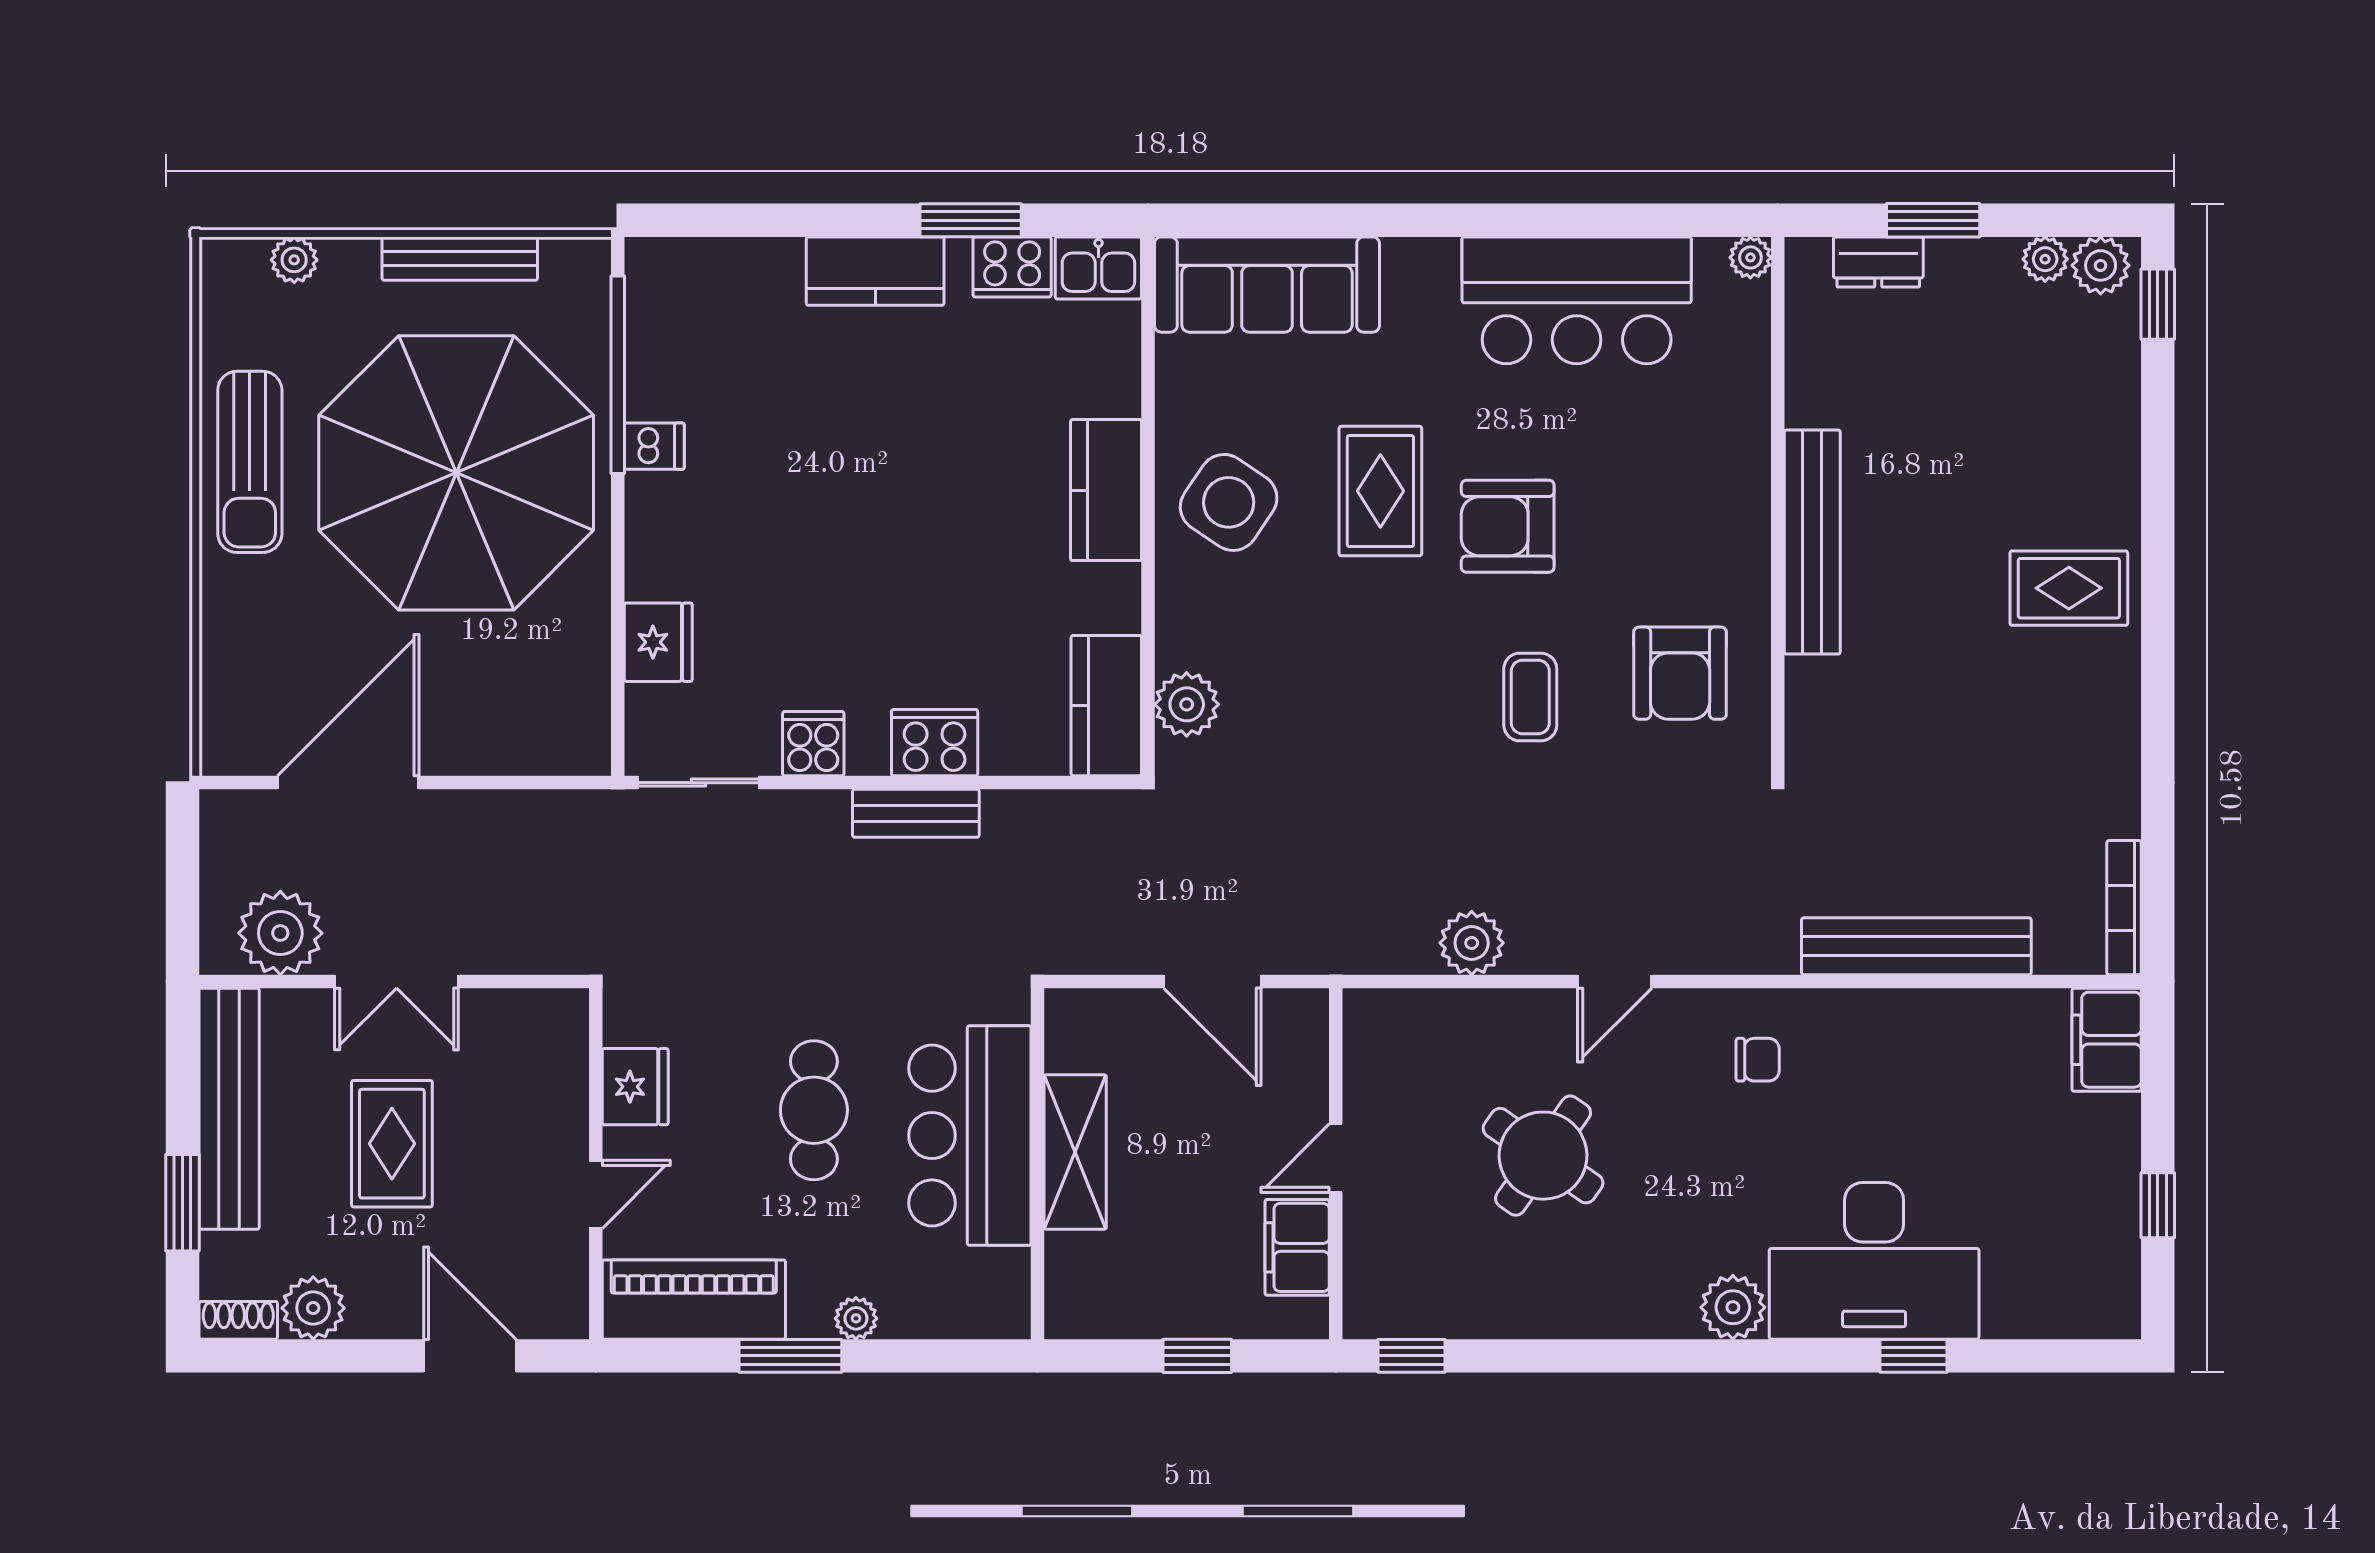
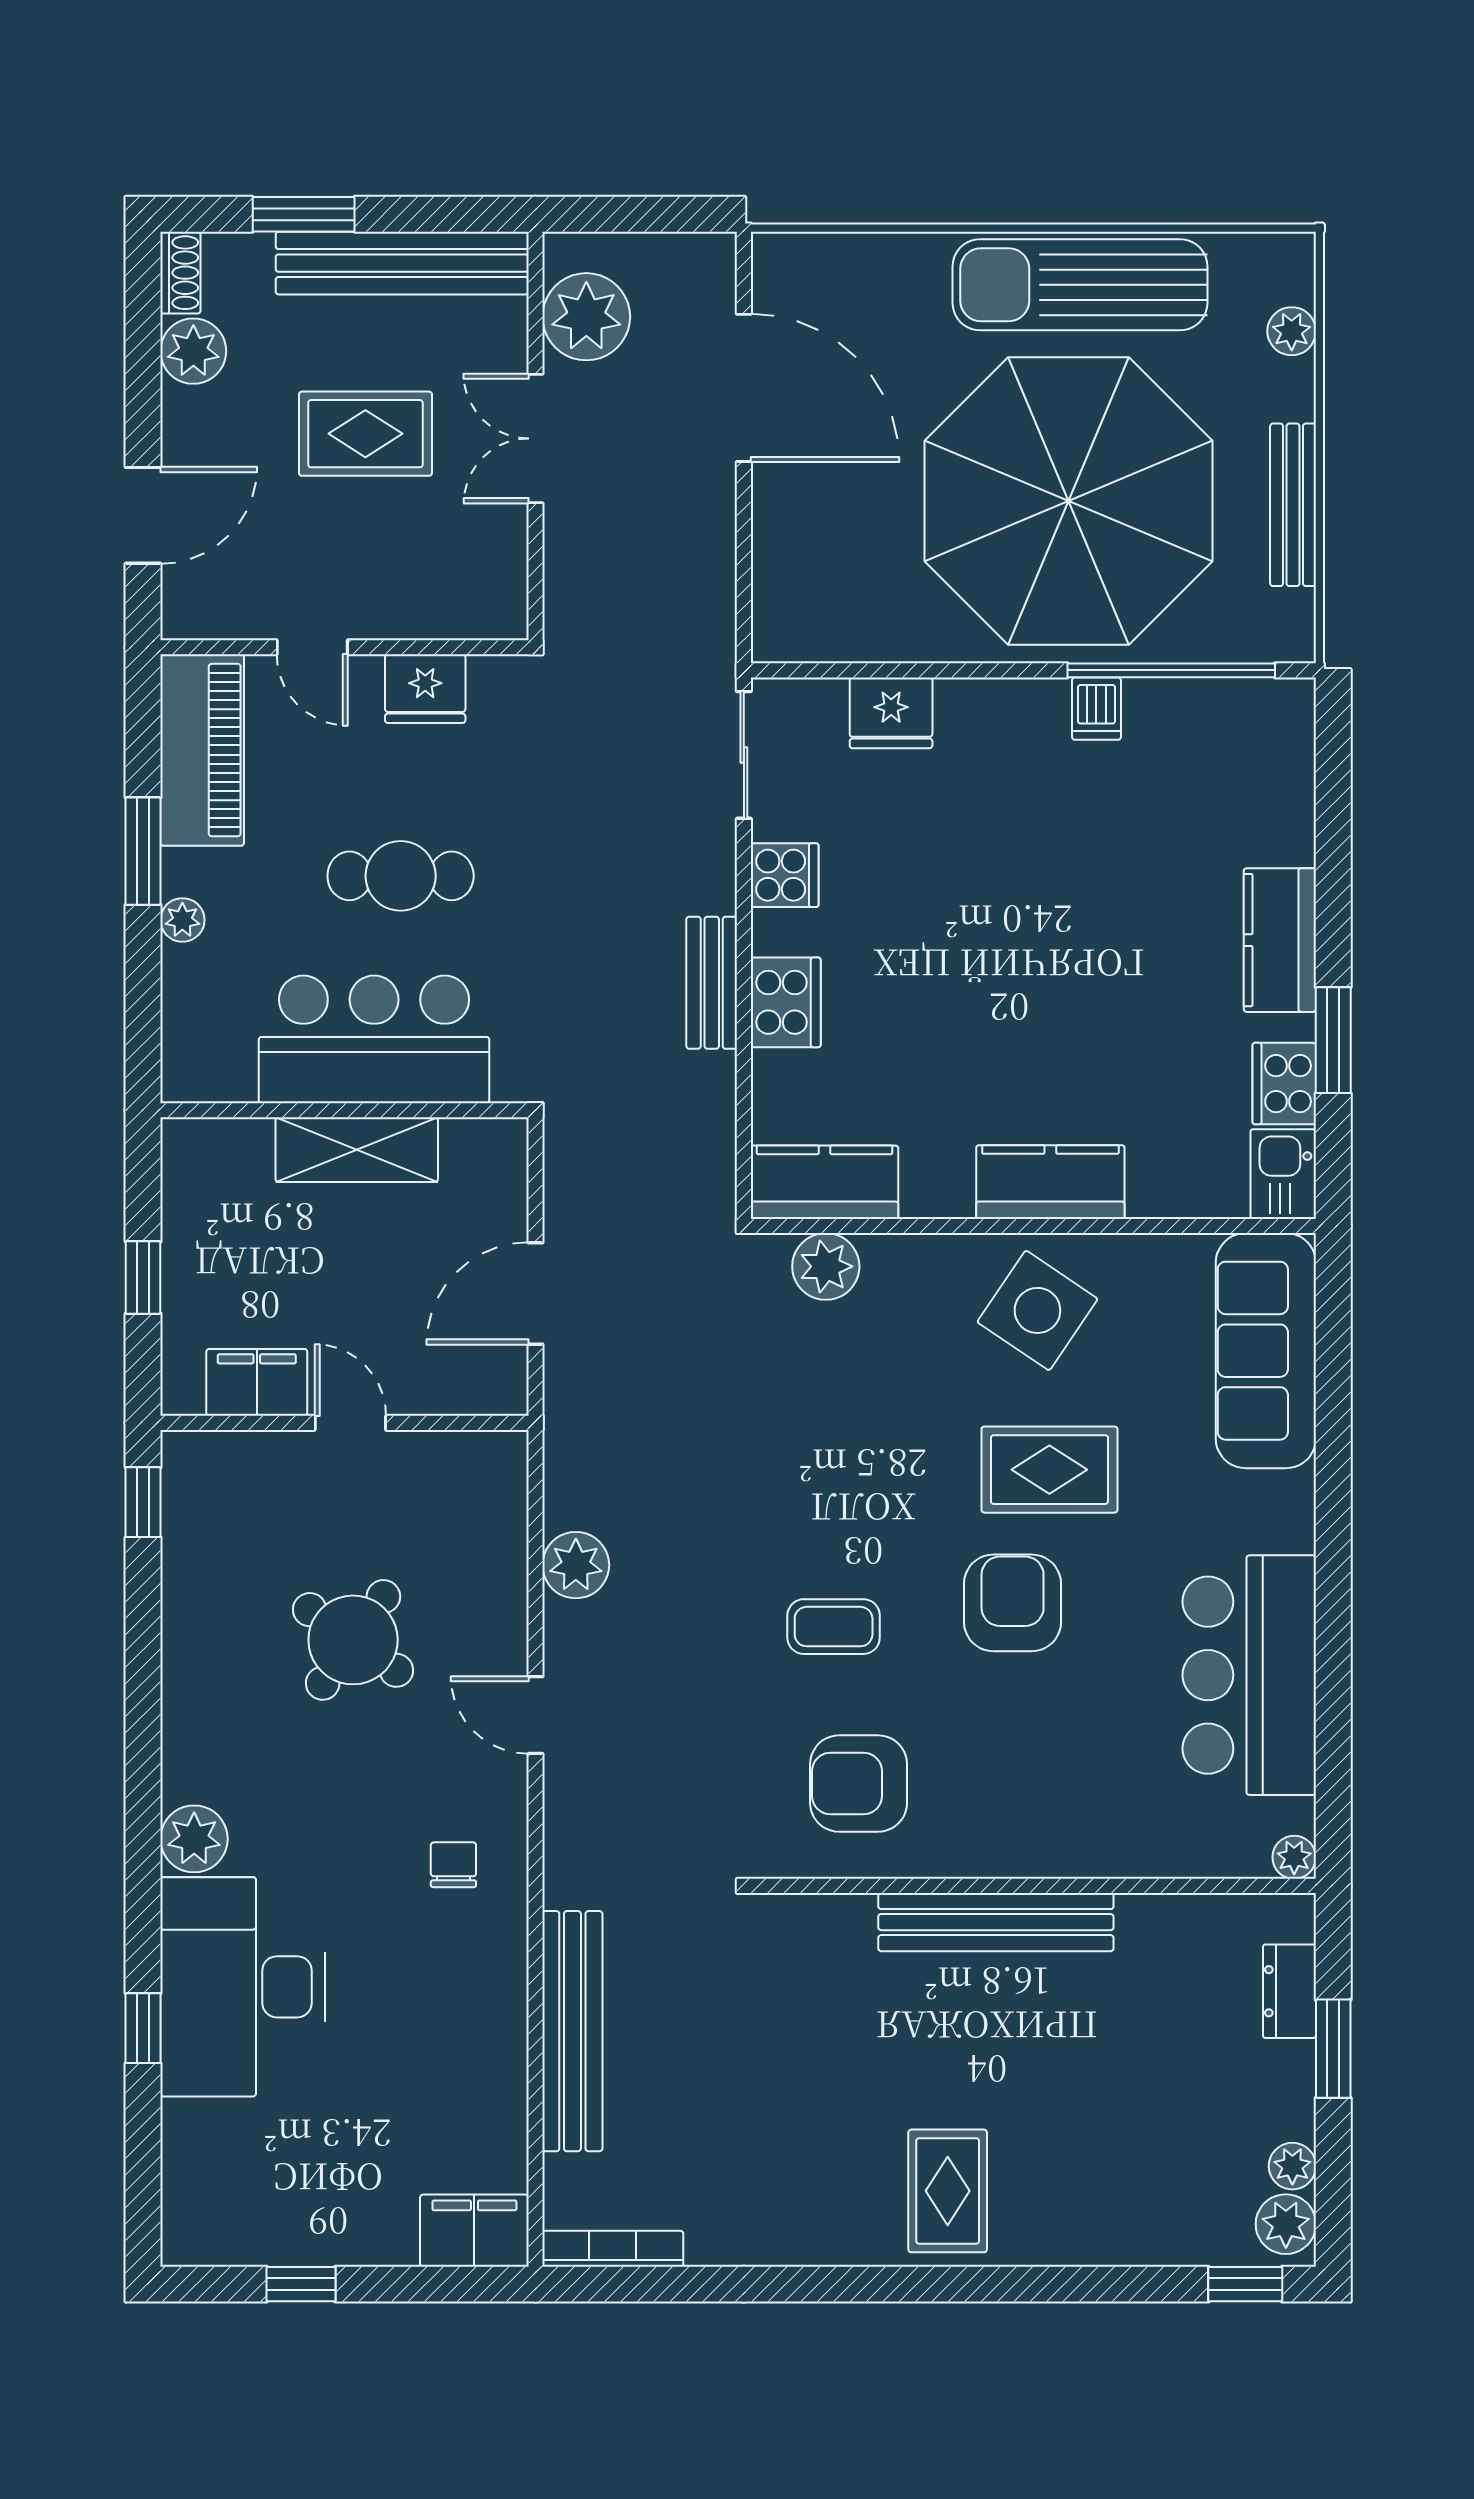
sun lounger: (250, 462) -> (1080, 285), width x1.36, depth x1.34
chair: (1758, 1060) -> (453, 1865), turned 180

